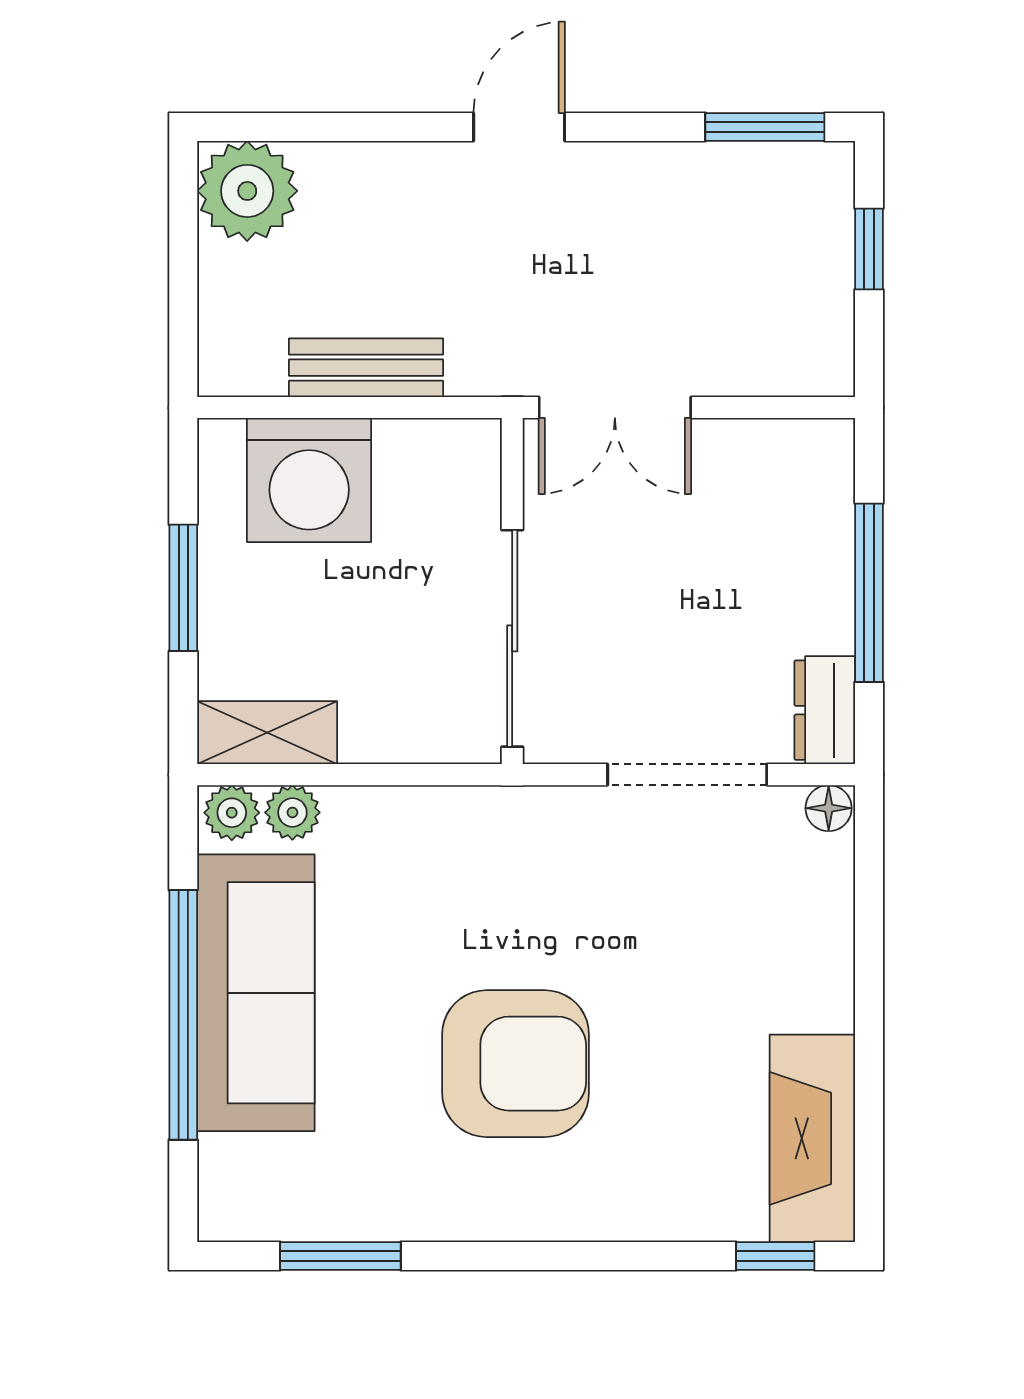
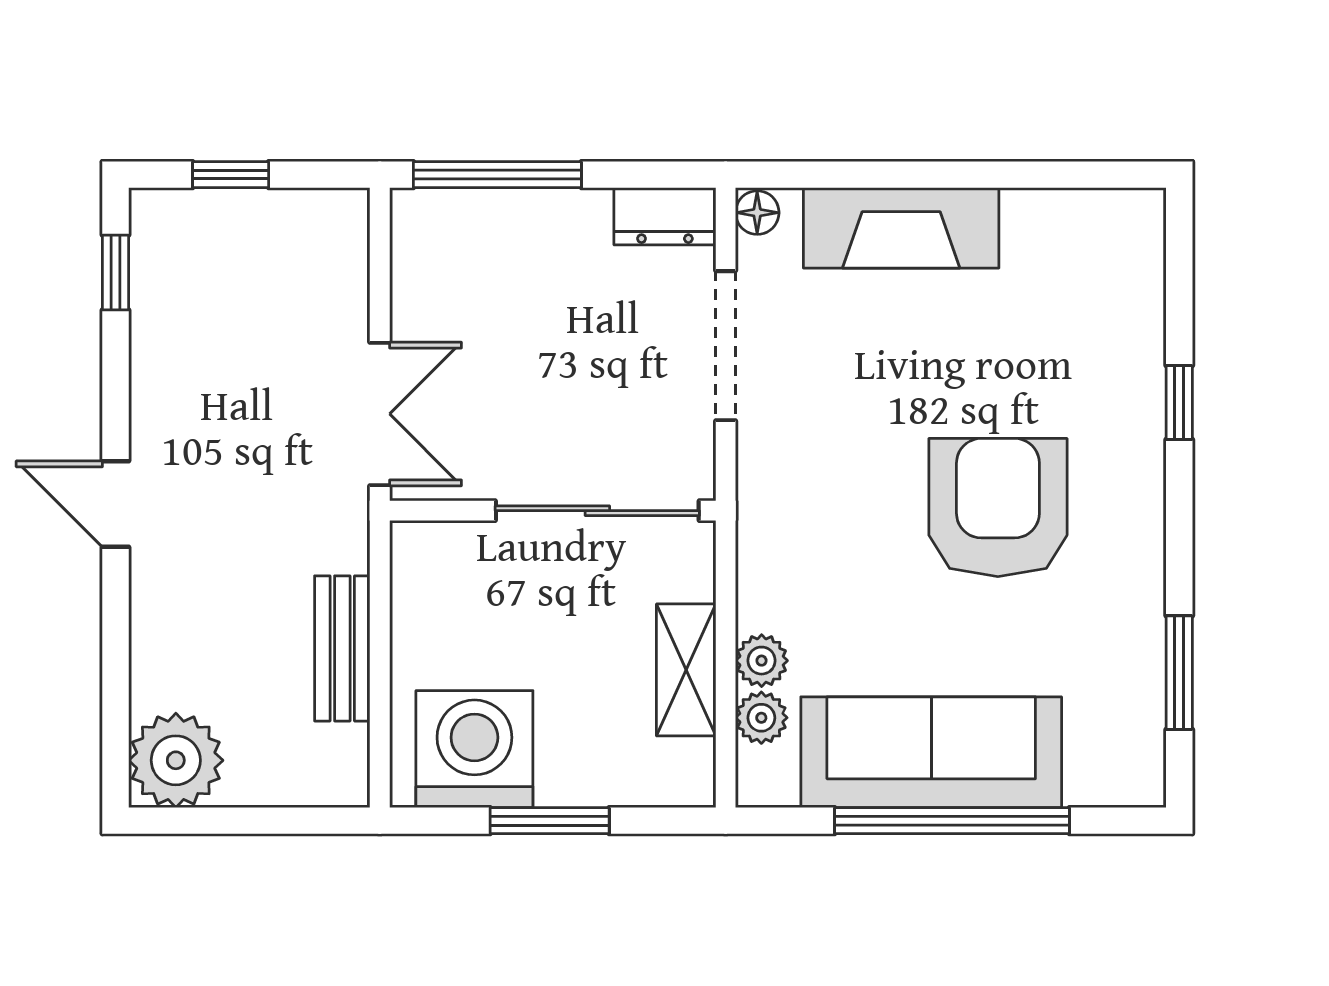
window: (765, 127) -> (115, 273), width x0.67
washing machine: (309, 480) -> (474, 749), moved, turned -90
window: (869, 593) -> (497, 175), moved
shelving: (267, 733) -> (686, 670), moved
plant: (232, 813) -> (762, 661), moved
fireplace: (812, 1138) -> (901, 228), moved
window: (775, 1256) -> (1179, 403), moved

